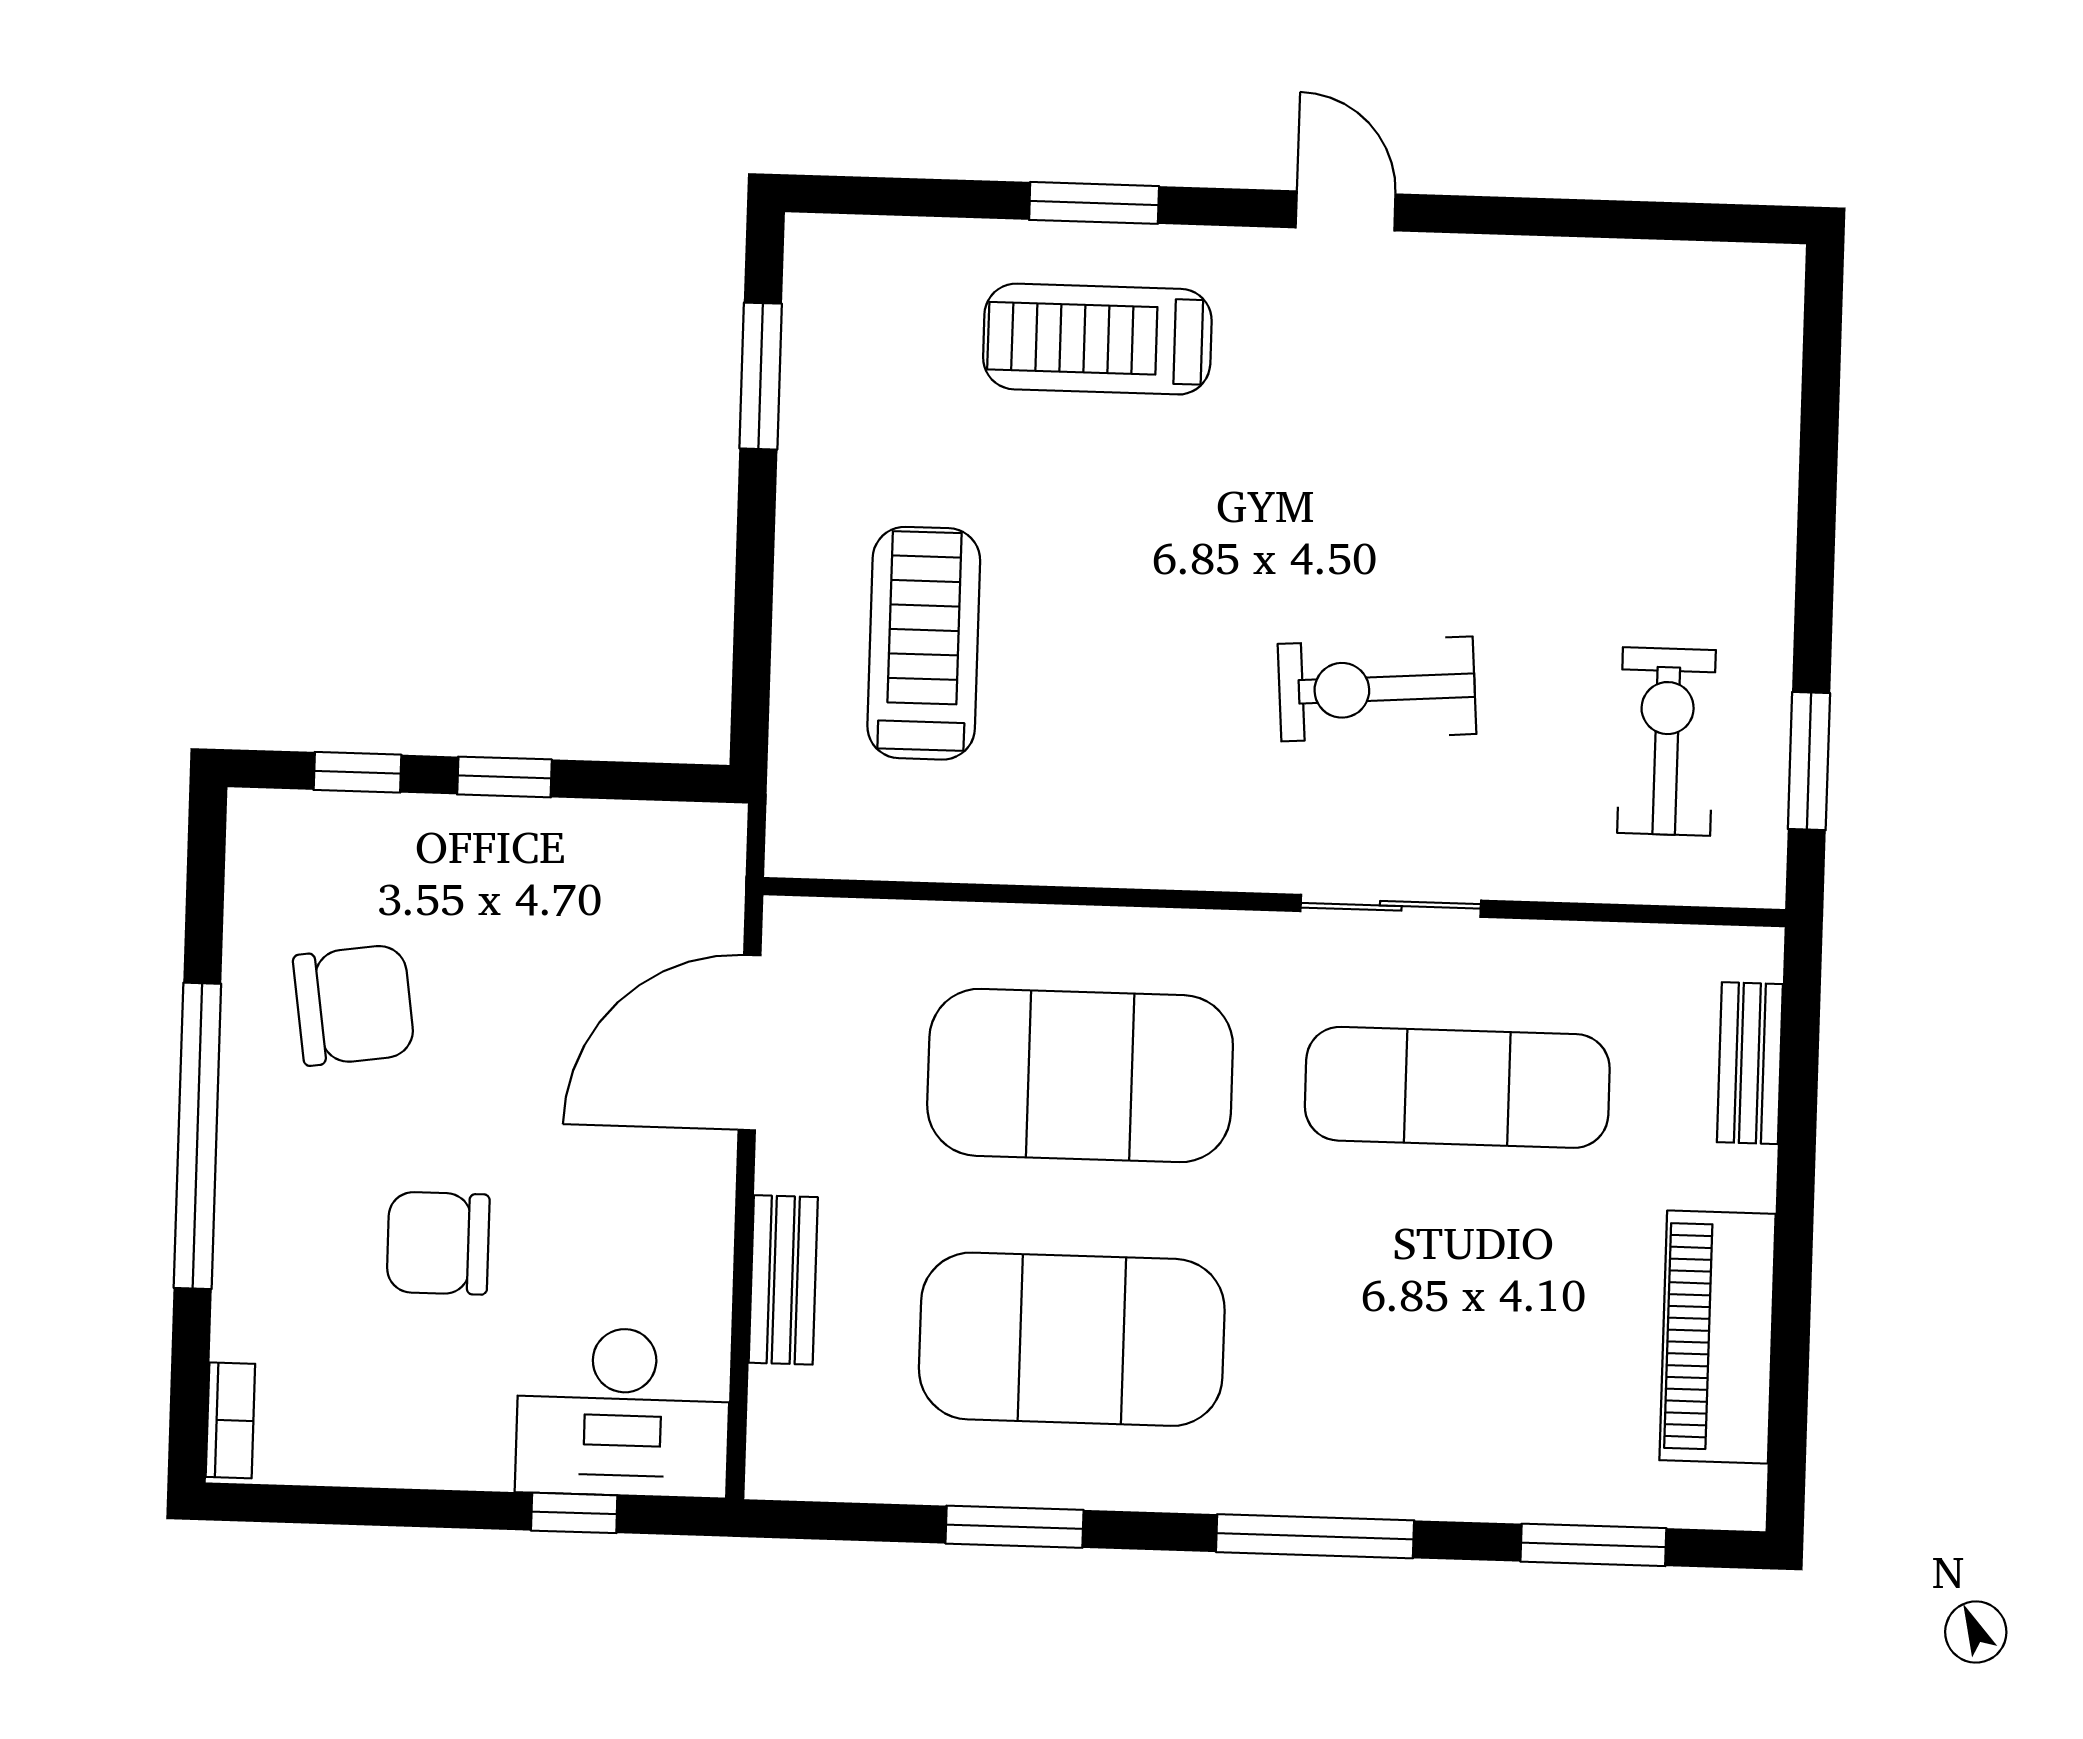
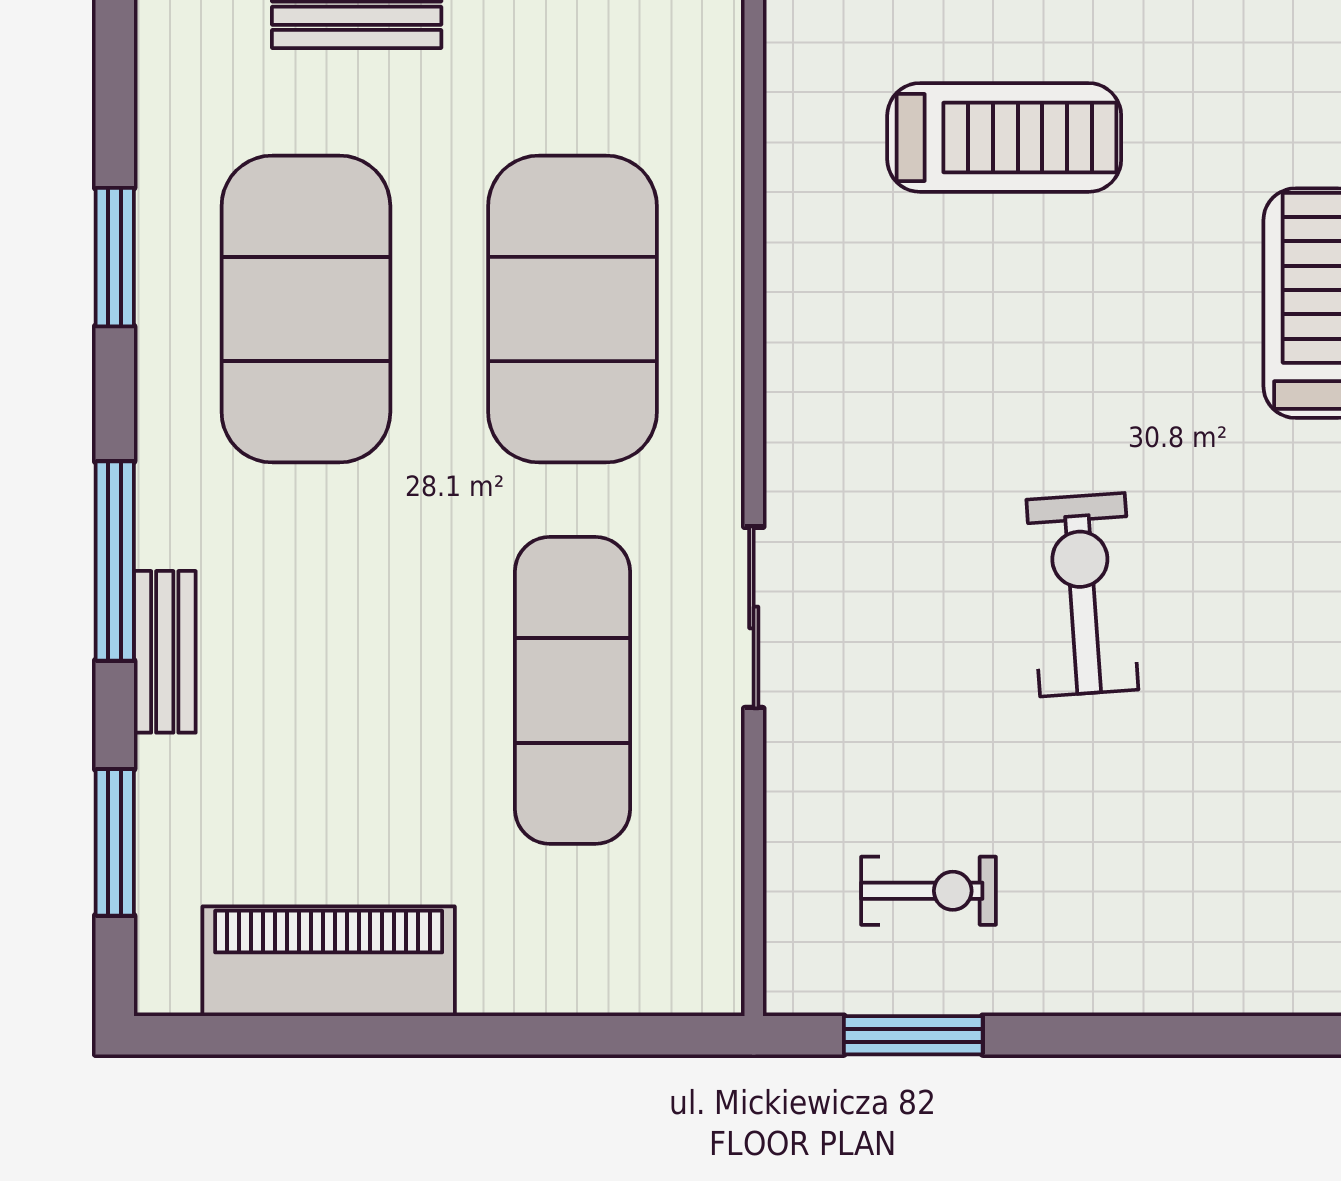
exercise bike: (1377, 689) -> (1082, 595), moved
exercise bike: (1667, 742) -> (928, 891), width x0.73, depth x0.72
bench: (1750, 1063) -> (165, 652), moved, turned 90

